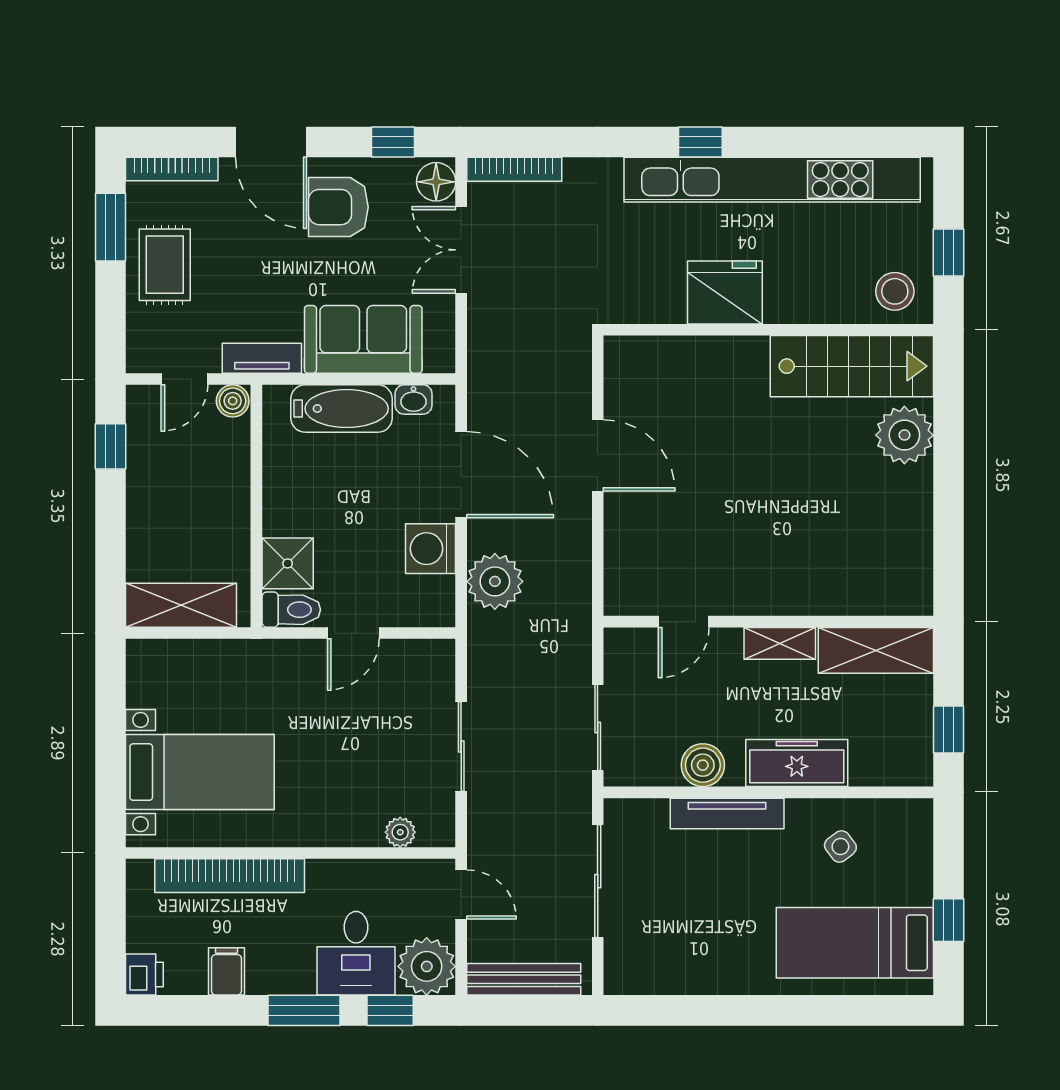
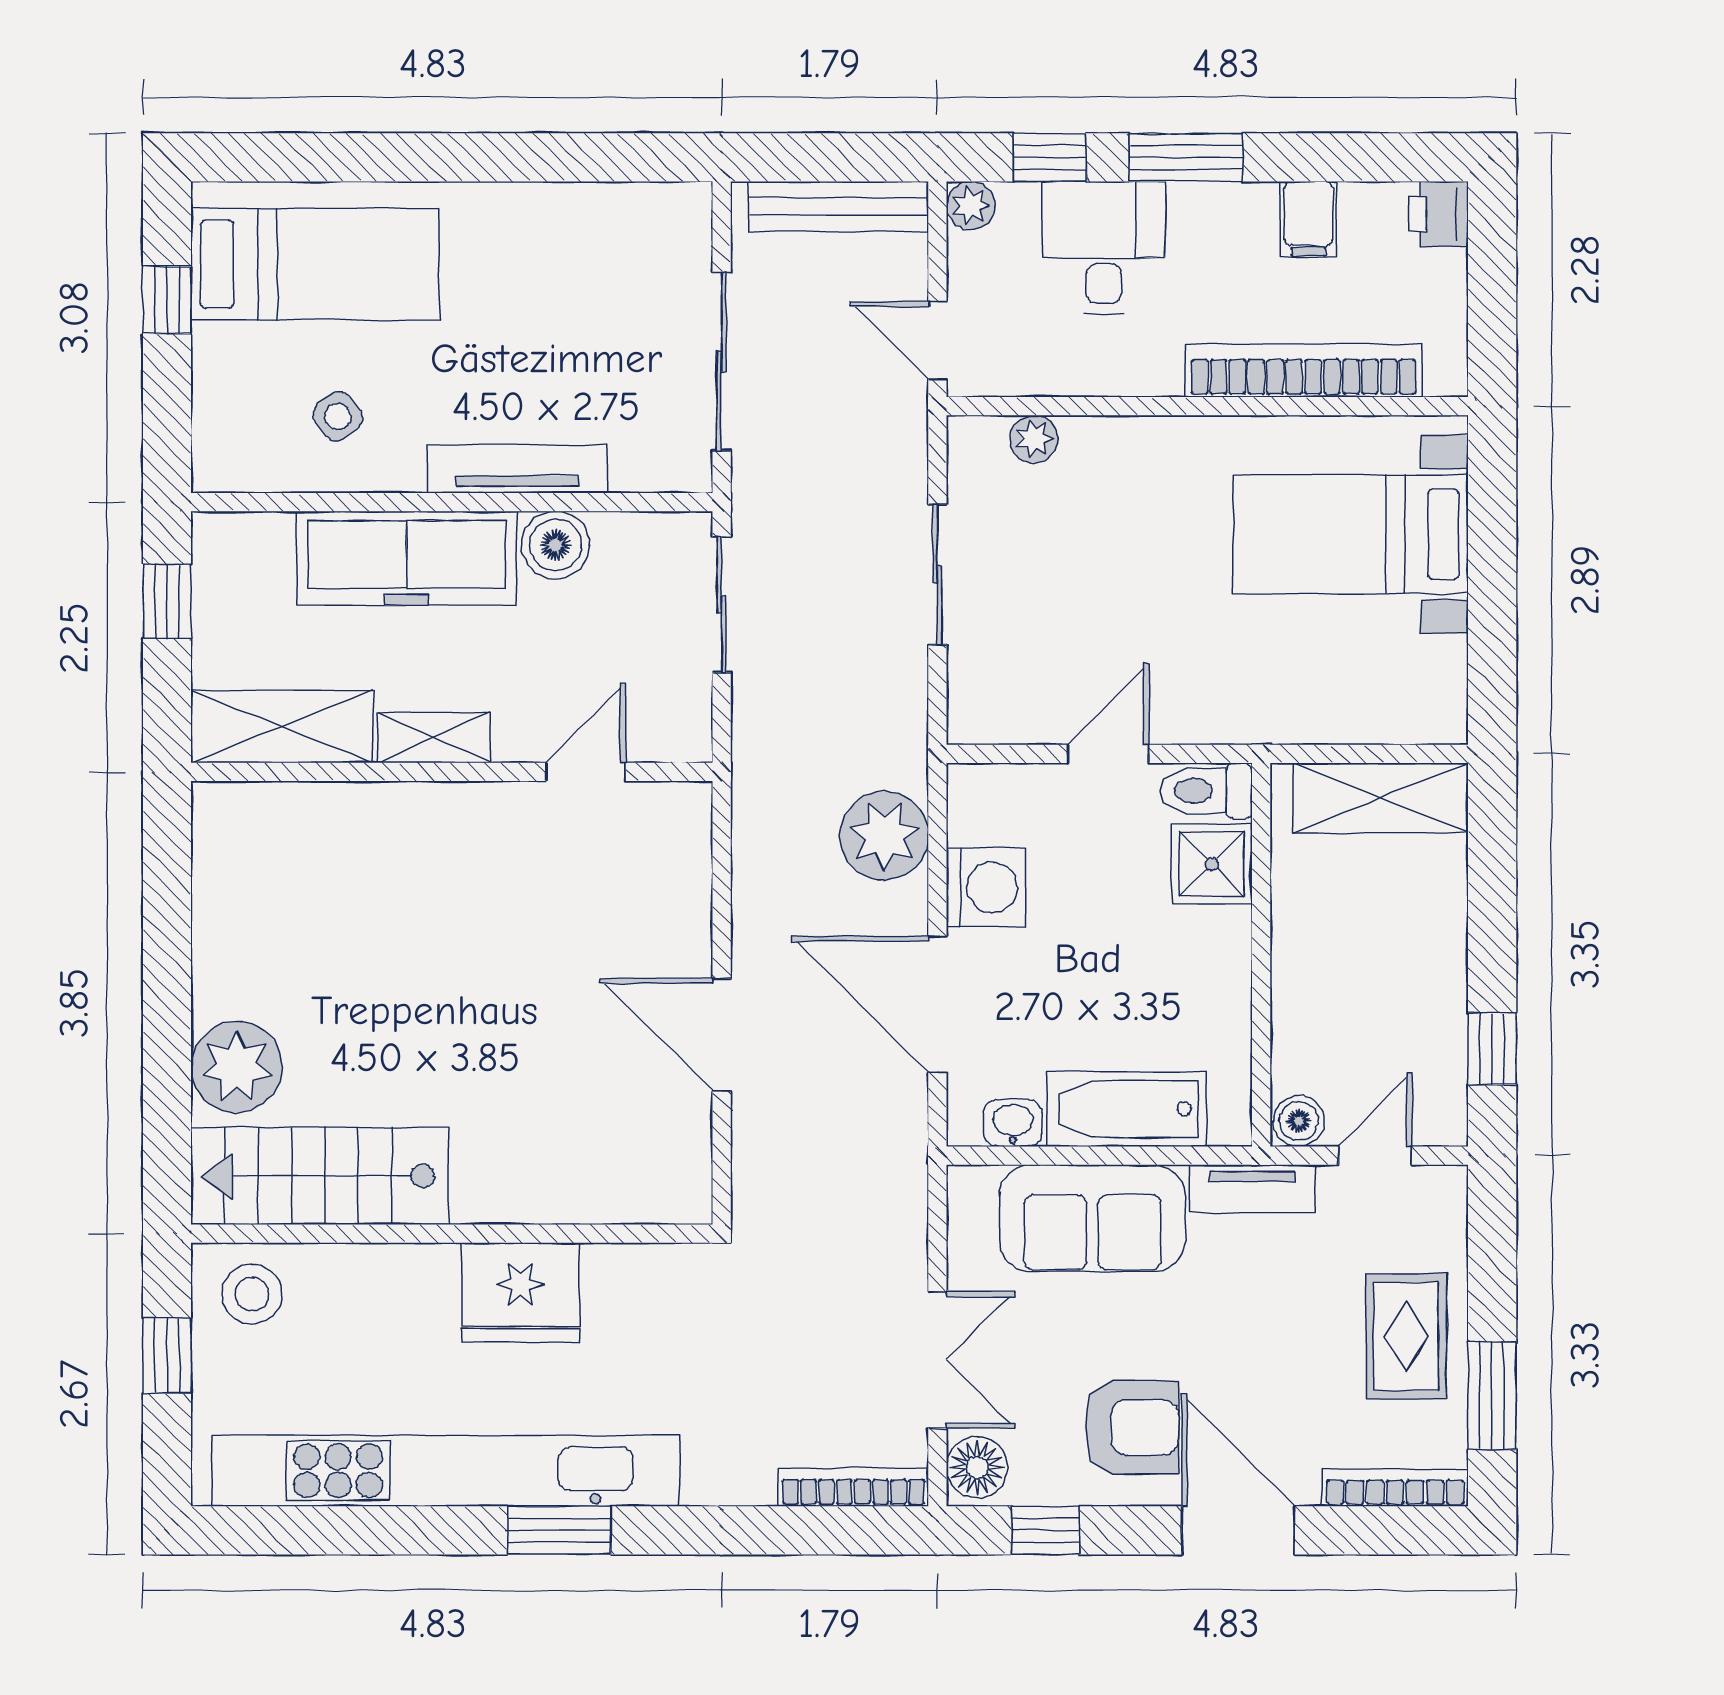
window: (700, 142) -> (559, 1530), width x1.50
freezer: (797, 763) -> (407, 558), width x1.36, depth x1.26
plant: (427, 966) -> (971, 206), width x0.53, depth x0.53

